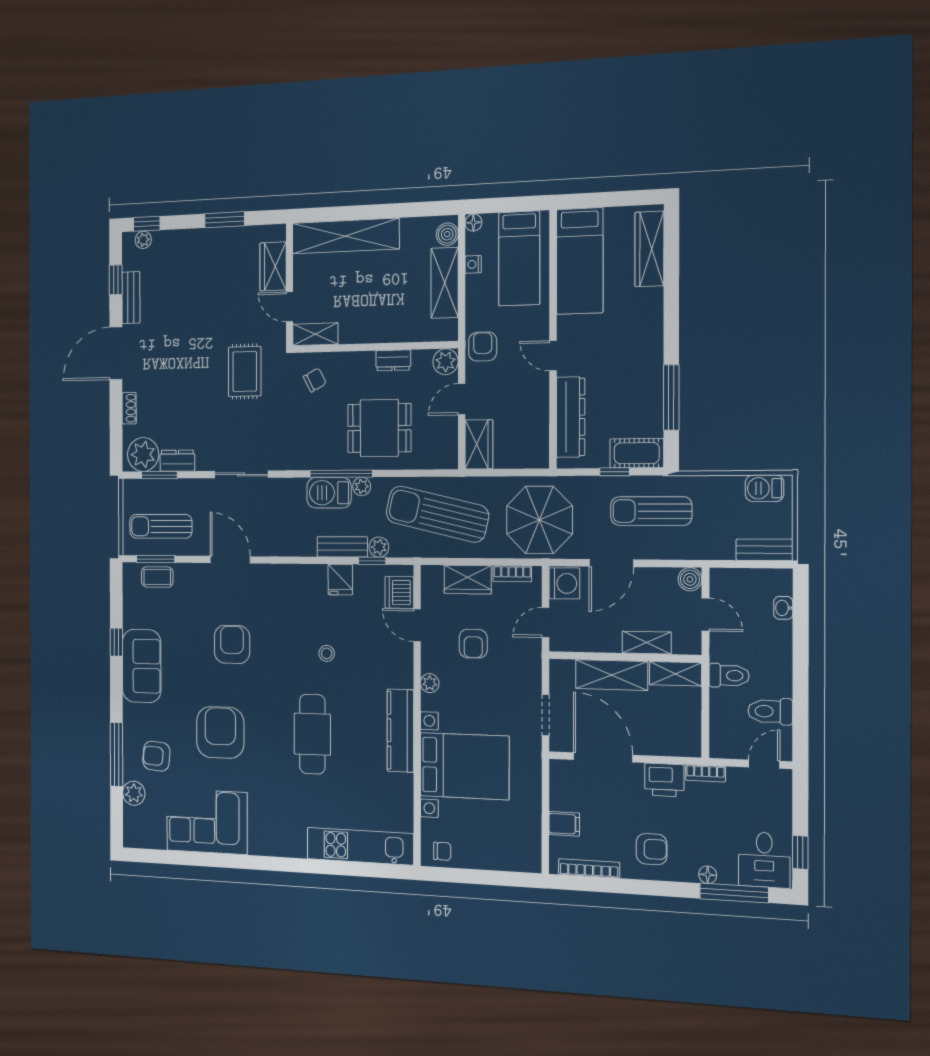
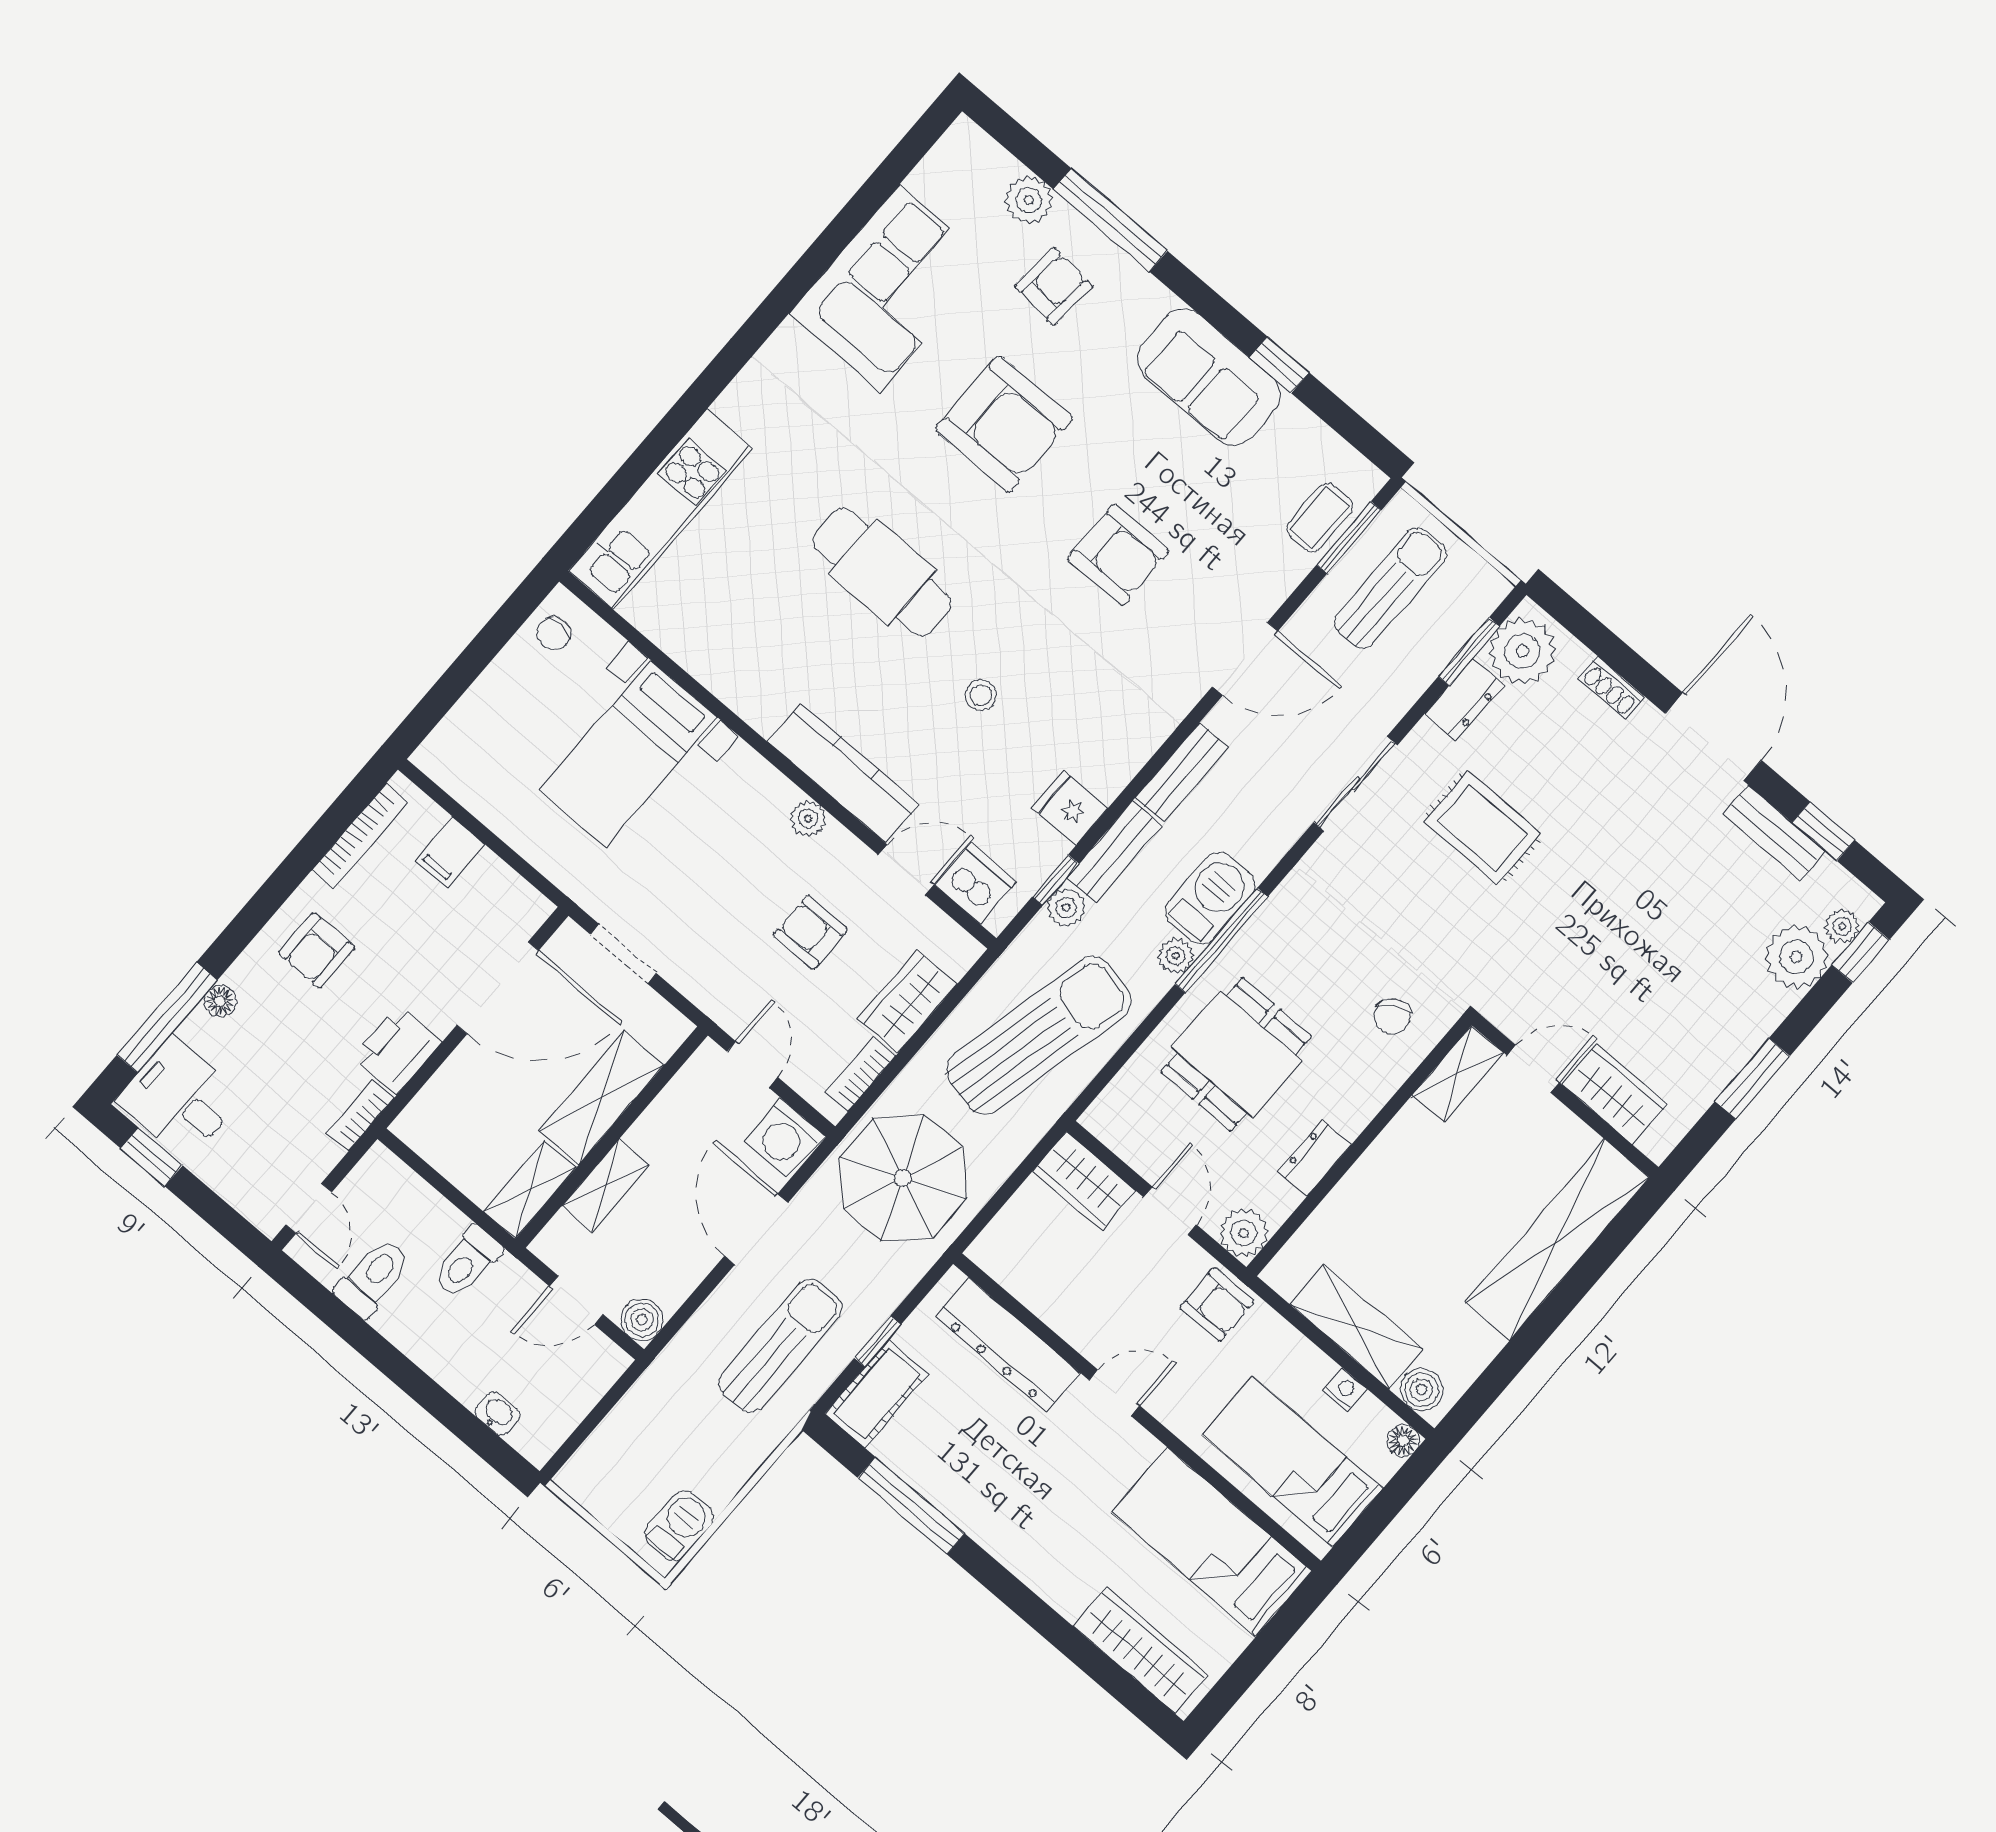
plant: (168, 246) -> (1796, 957), added
rug: (245, 371) -> (1483, 828), moved
bench: (764, 550) -> (1182, 772), moved
kitchen counter: (400, 731) -> (843, 773), moved
bed with nightstands: (464, 766) -> (628, 754), width x0.73

